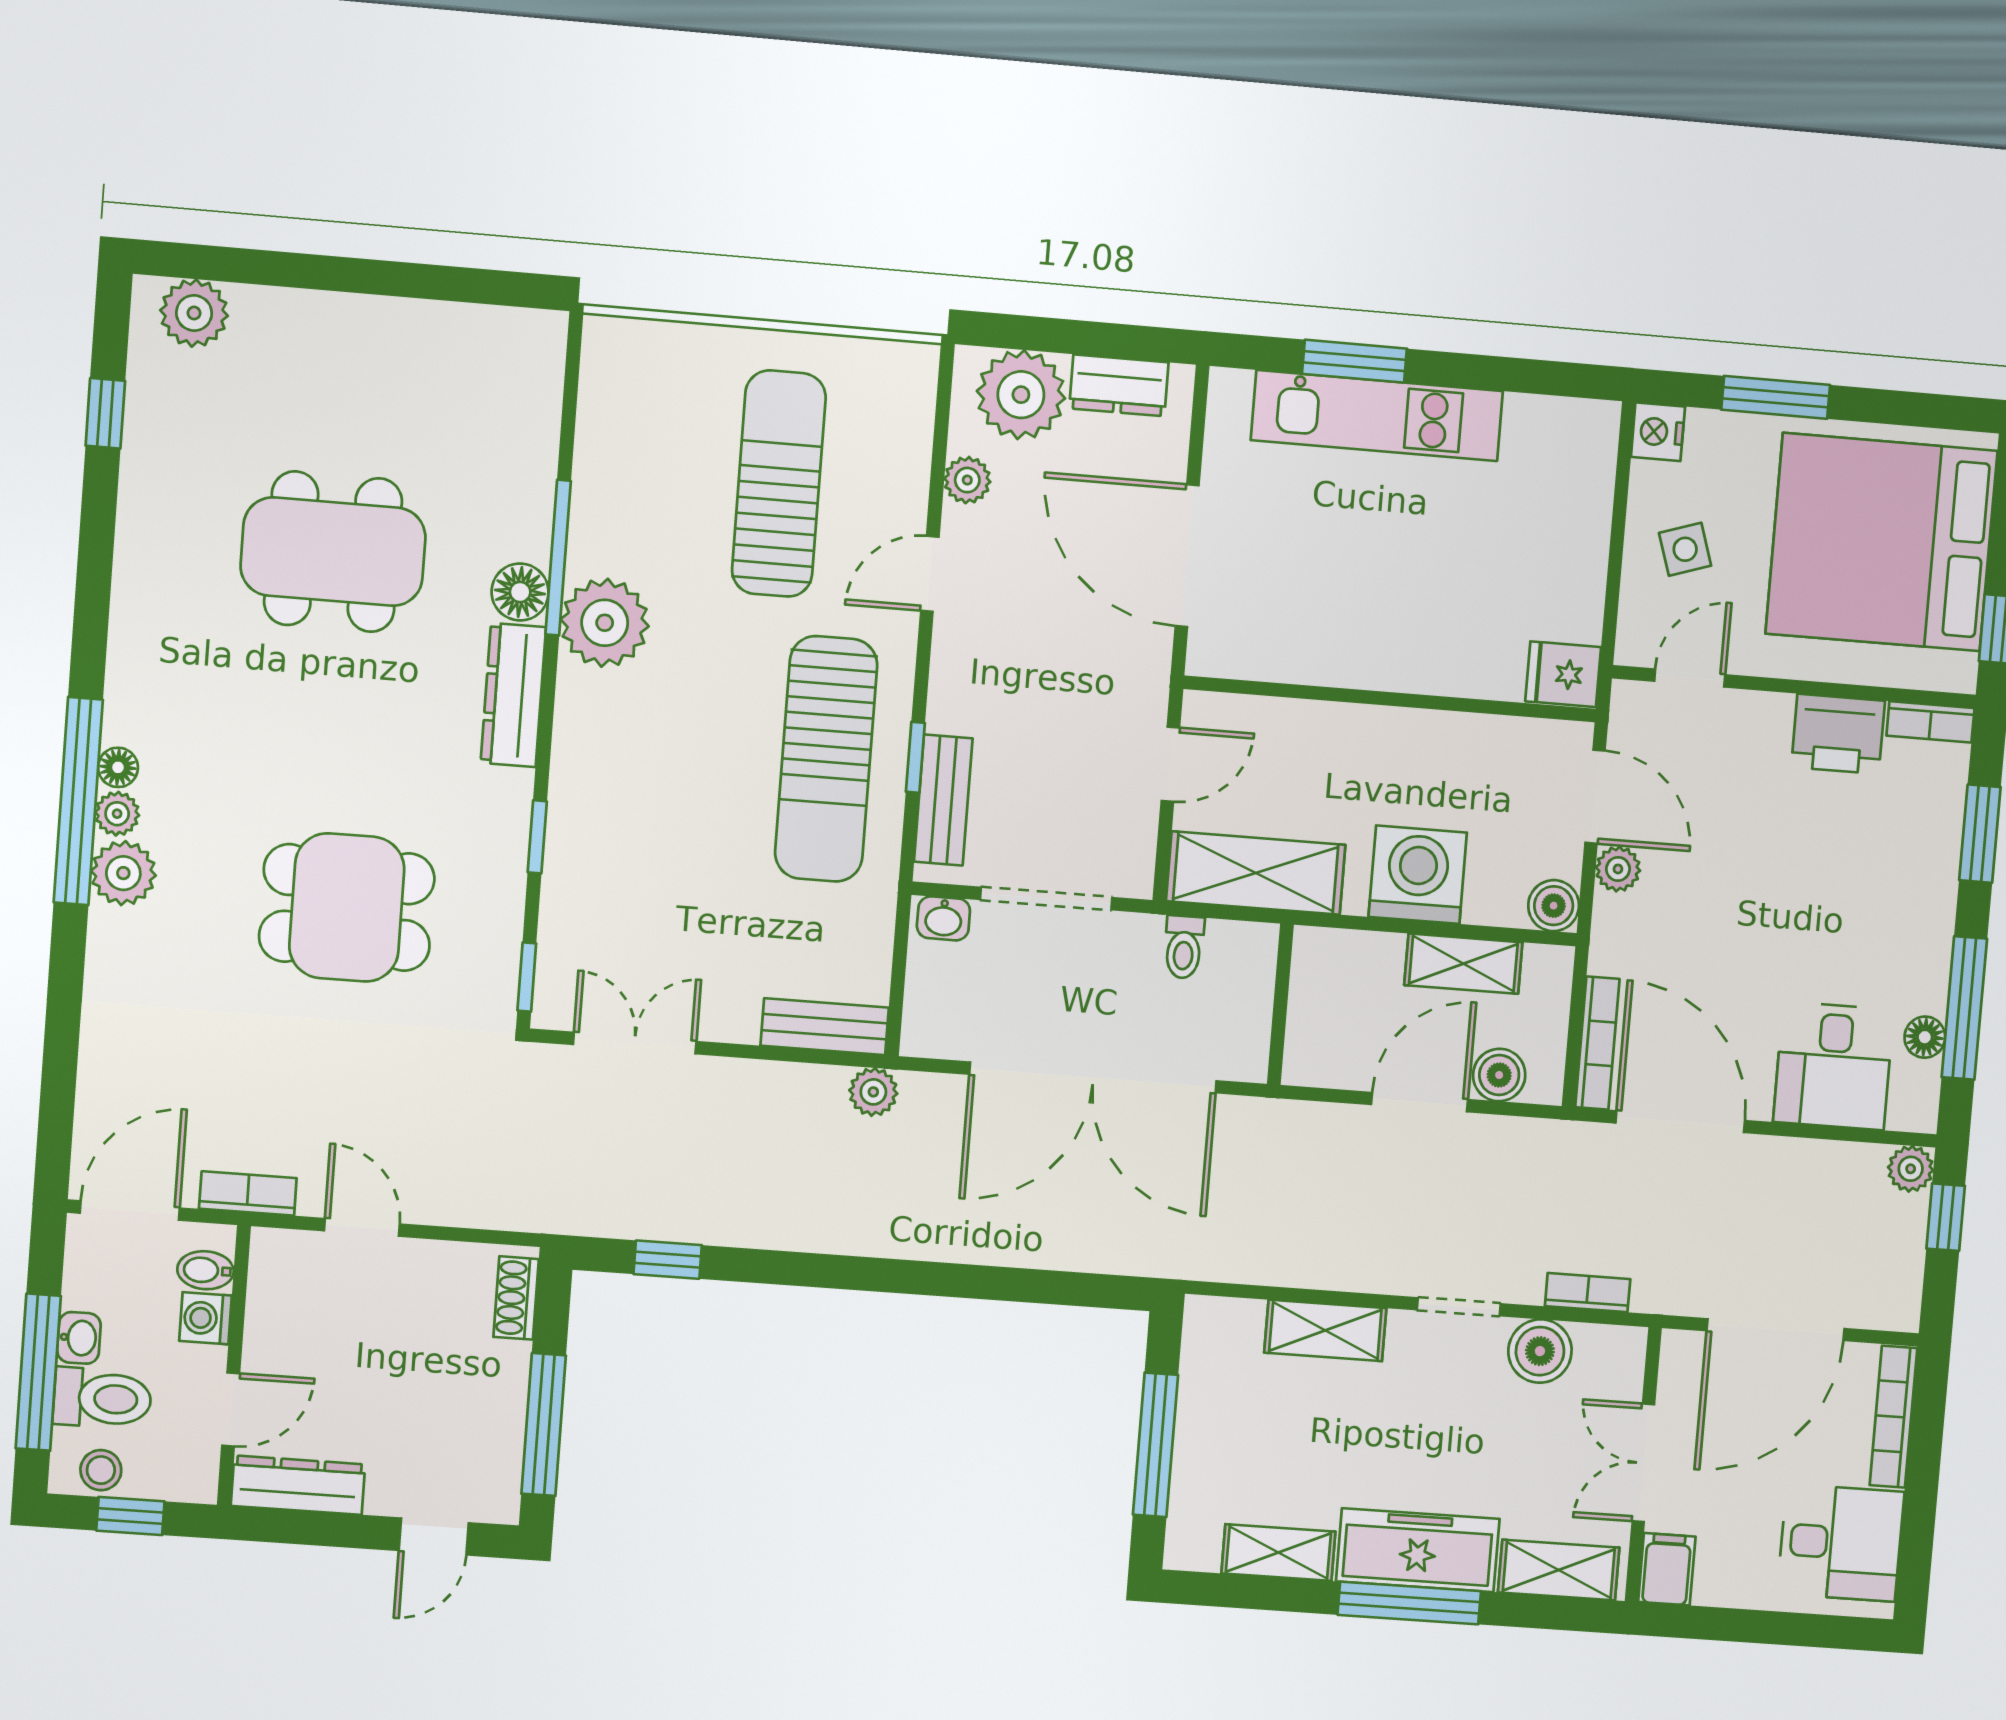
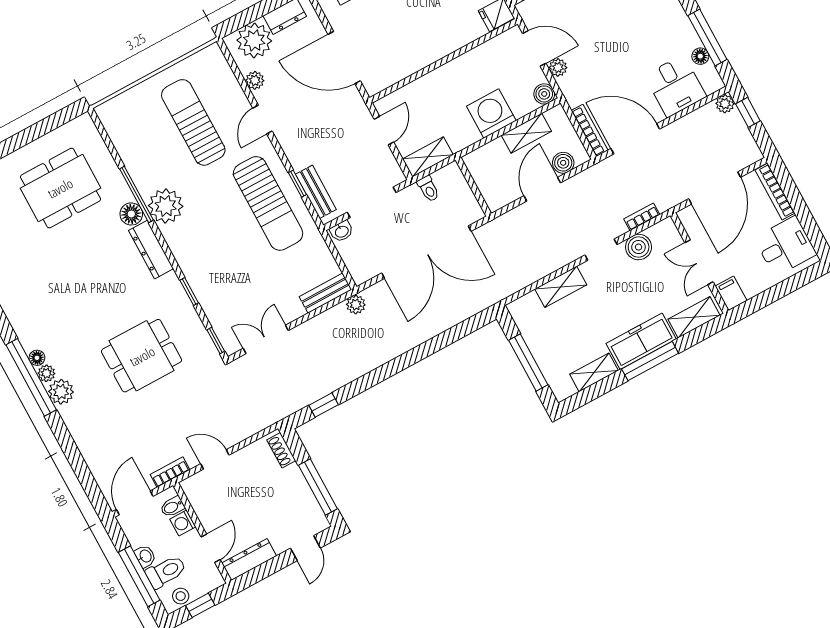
dining table: (333, 552) -> (60, 188), moved
shelving: (1256, 873) -> (428, 157), width x0.67, depth x0.75

